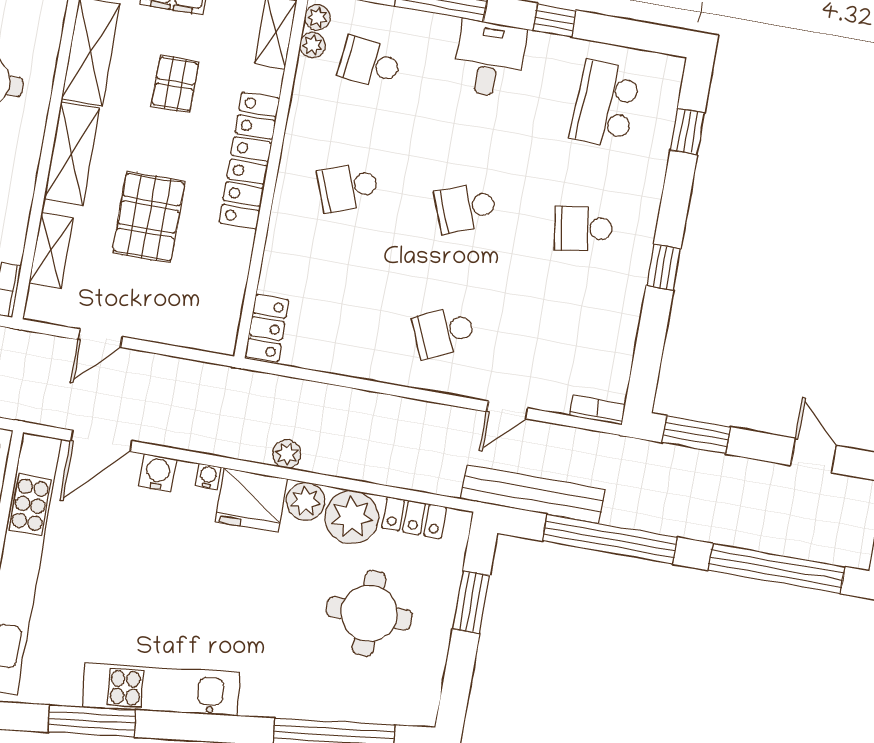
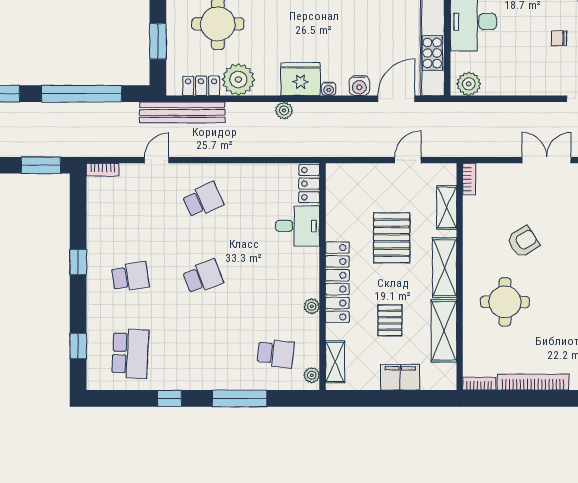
plant: (313, 45) -> (312, 306), moved
desk: (489, 59) -> (298, 226), moved, turned -90
school desk: (348, 187) -> (276, 277), removed
bench: (533, 494) -> (182, 112), moved
plant: (306, 501) -> (268, 84), removed

